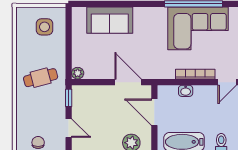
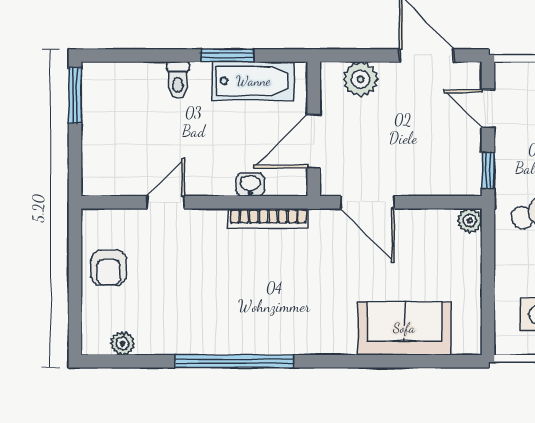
corner sofa: (198, 28) -> (225, 311), removed
bookcase: (195, 74) -> (268, 219), moved
door: (154, 112) -> (314, 141), swing flipped

